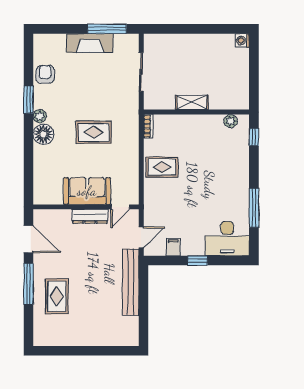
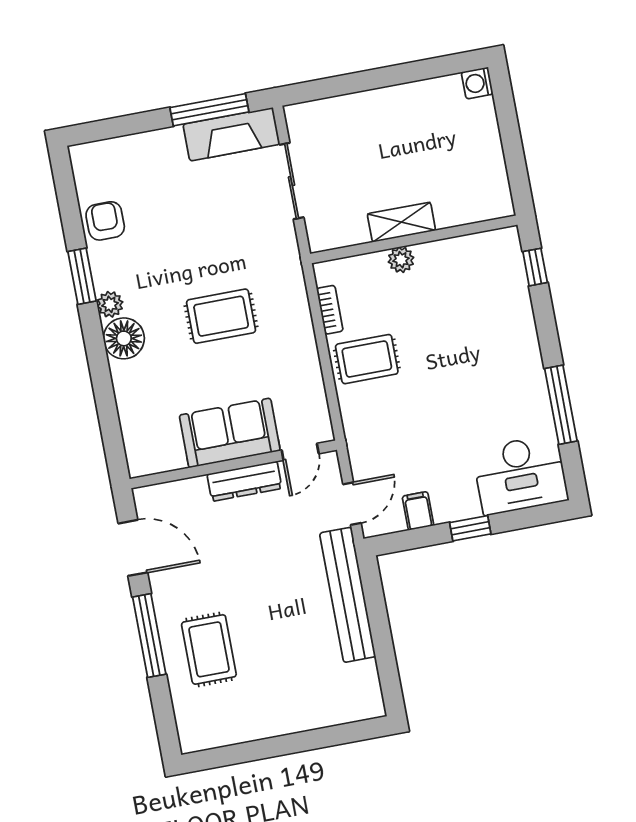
fireplace: (90, 43) -> (231, 134), moved
plant: (231, 121) -> (401, 260), moved
bookcase: (148, 126) -> (330, 310), moved

